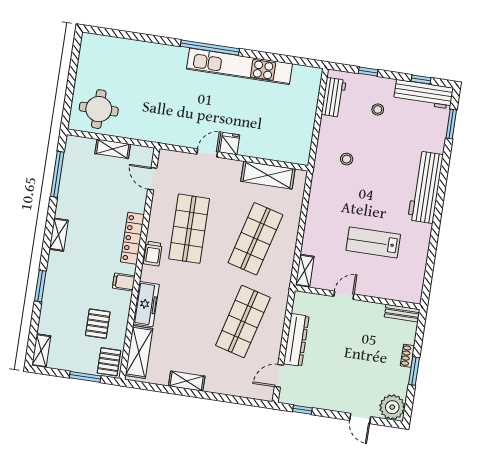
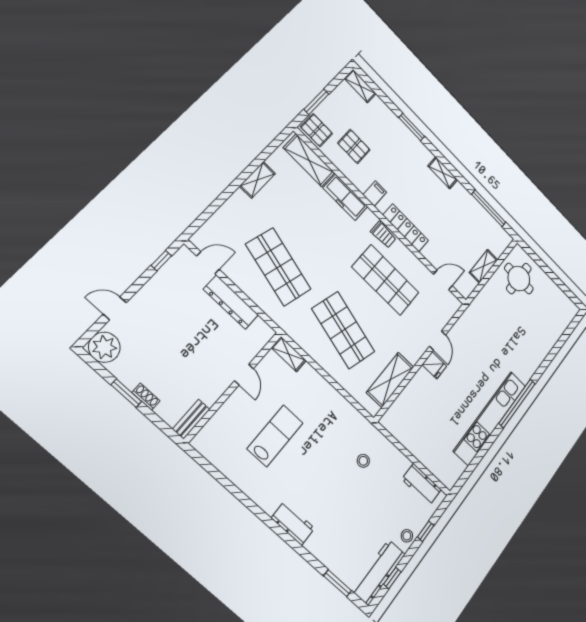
stool: (378, 109) -> (407, 536), moved
workbench: (425, 187) -> (293, 523), width x0.53, depth x0.76
trolley: (153, 254) -> (383, 235), turned 180
door: (279, 376) -> (208, 263), hinge flipped

